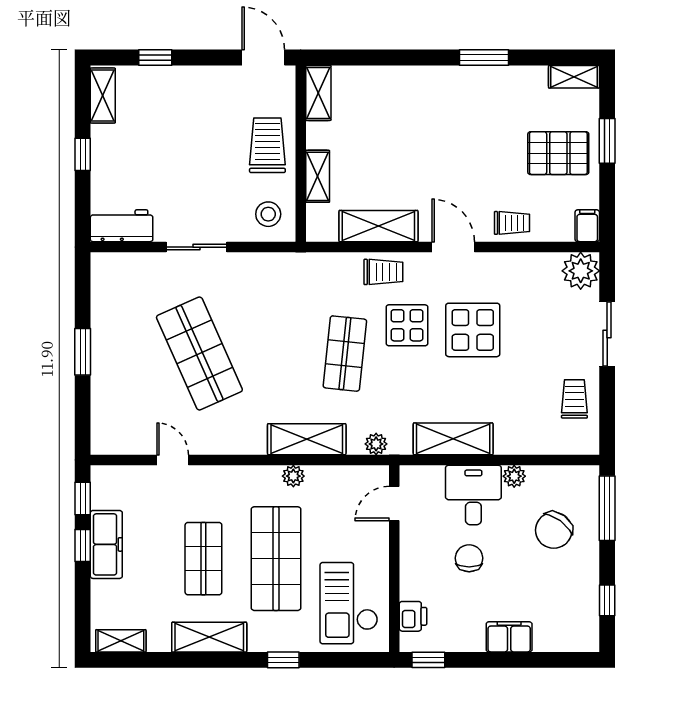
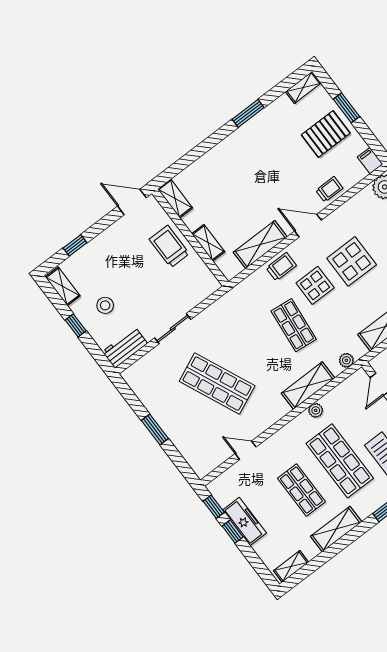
stool: (268, 214) -> (105, 305), moved

